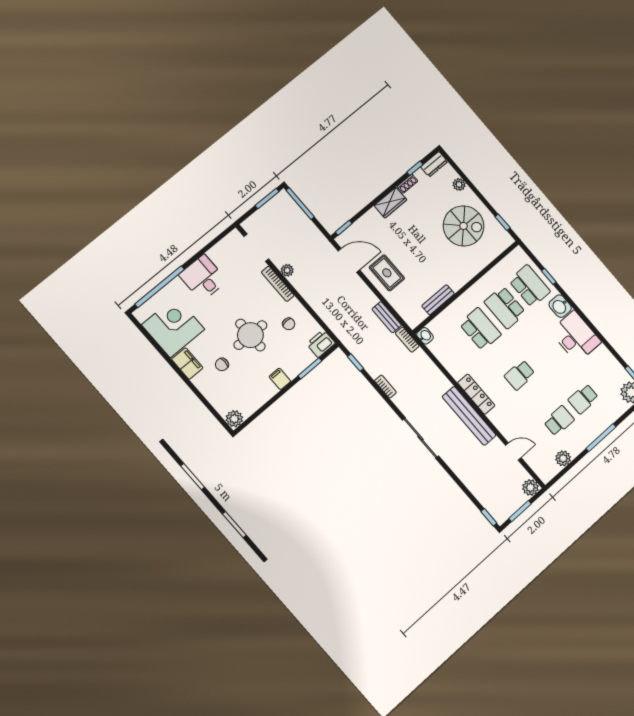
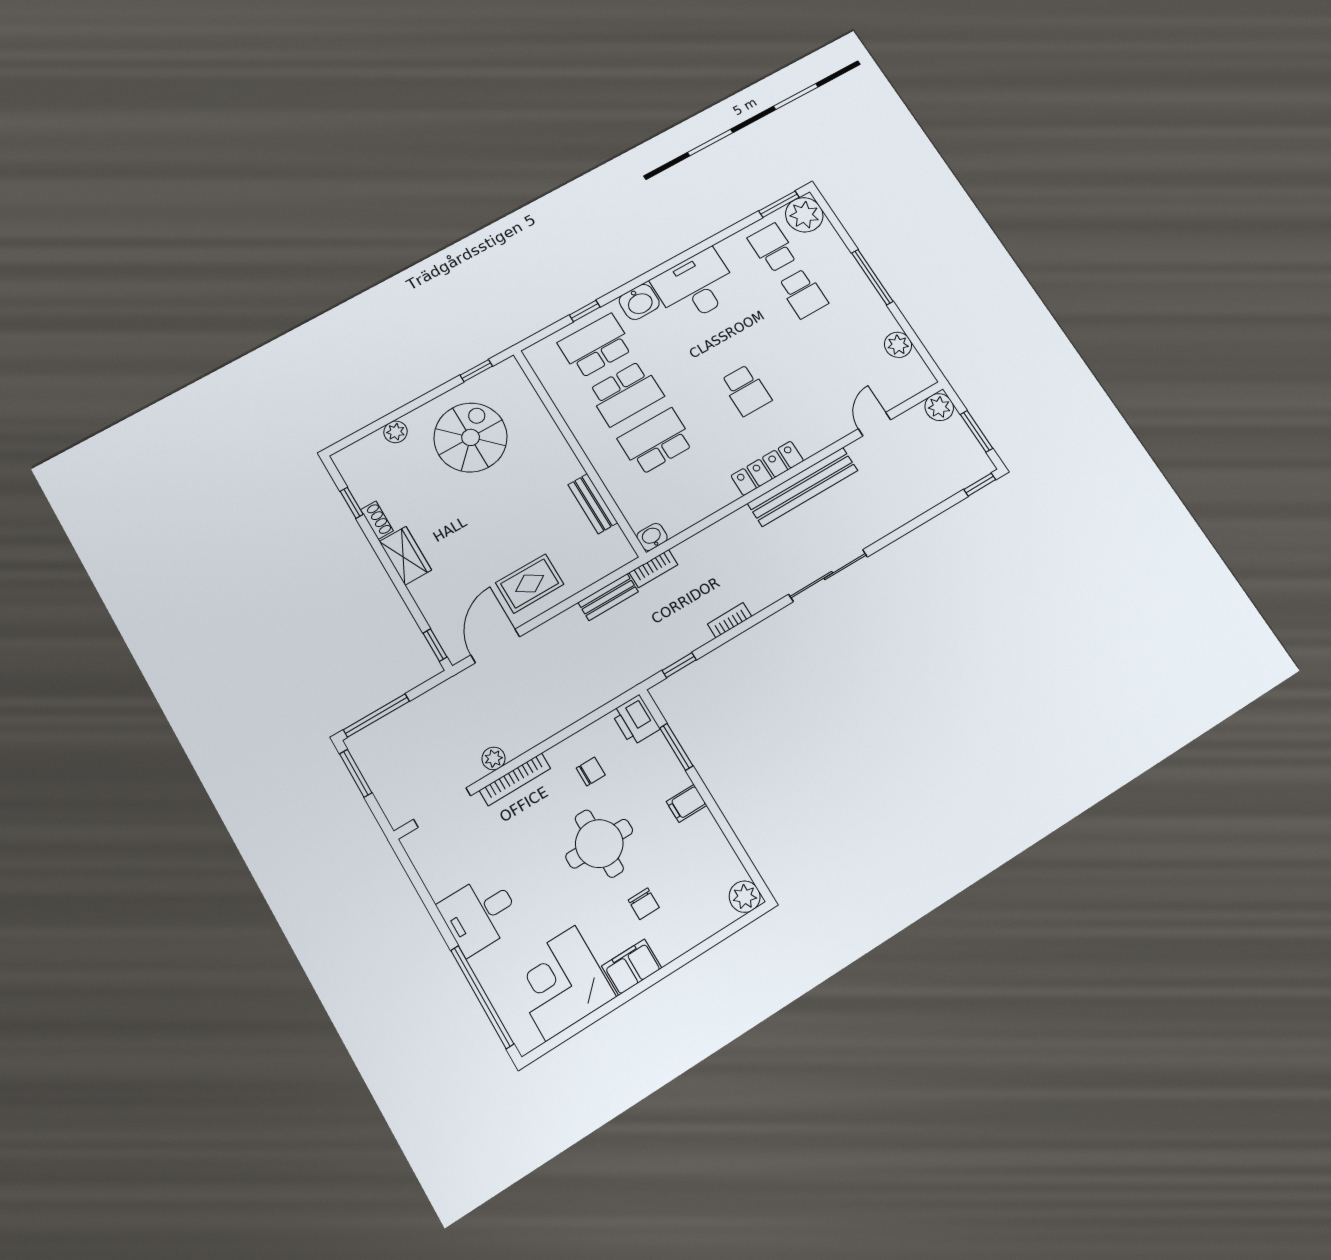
dresser: (434, 164) -> (351, 468), removed
school desk: (559, 421) -> (773, 248), moved

